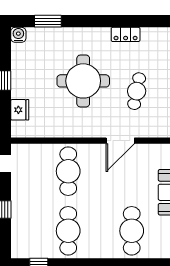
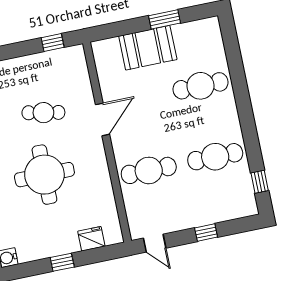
door: (120, 141) -> (102, 119), hinge flipped

